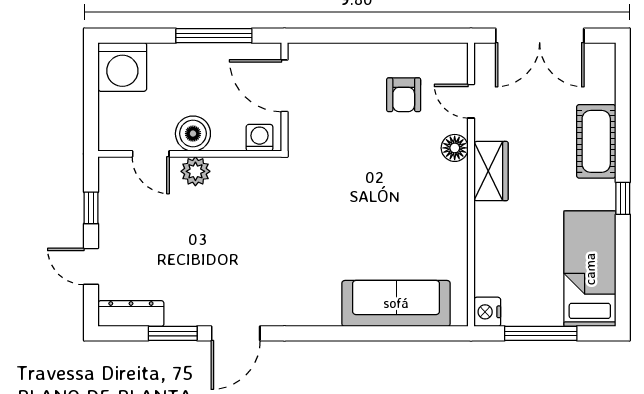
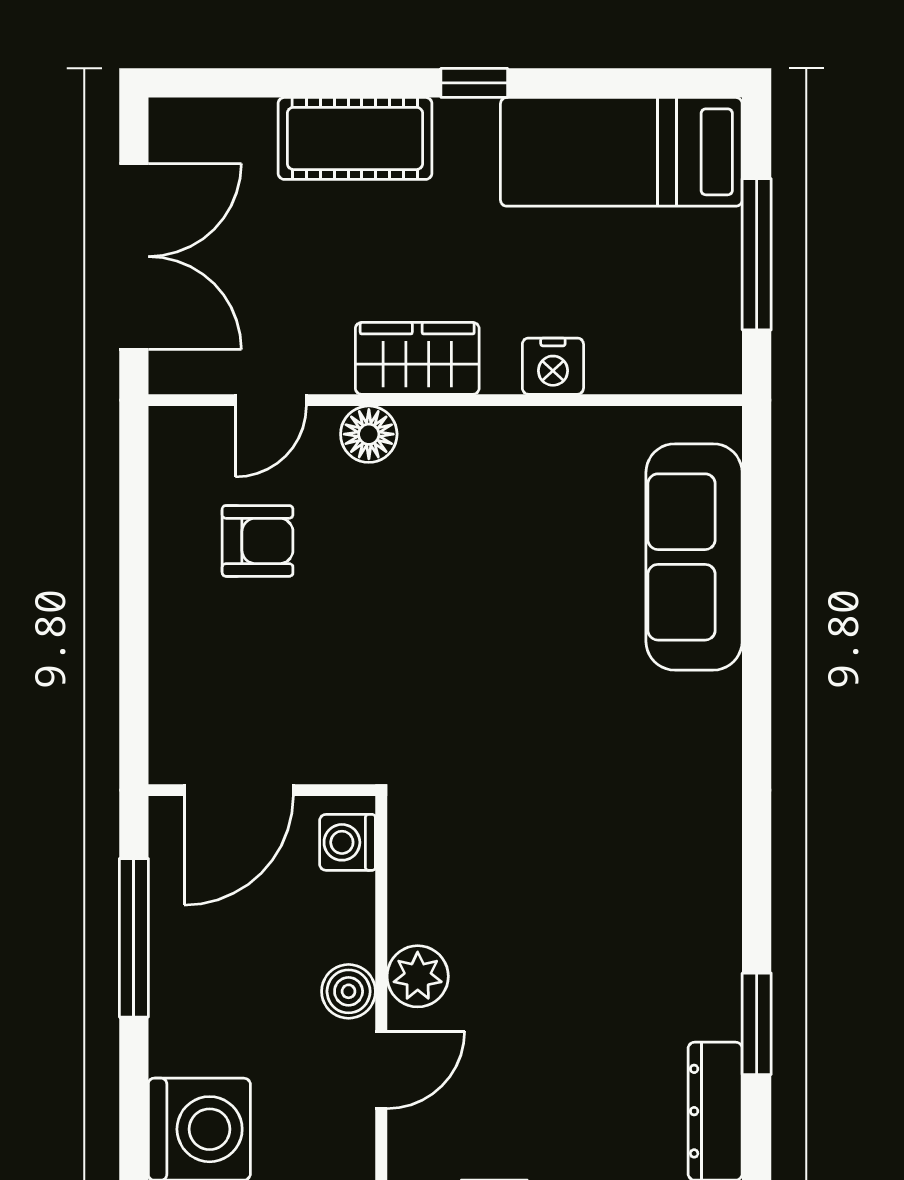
boiler: (193, 134) -> (349, 991), width x0.73, depth x0.73
nightstand: (487, 312) -> (553, 366), moved
door: (236, 333) -> (757, 892), removed

